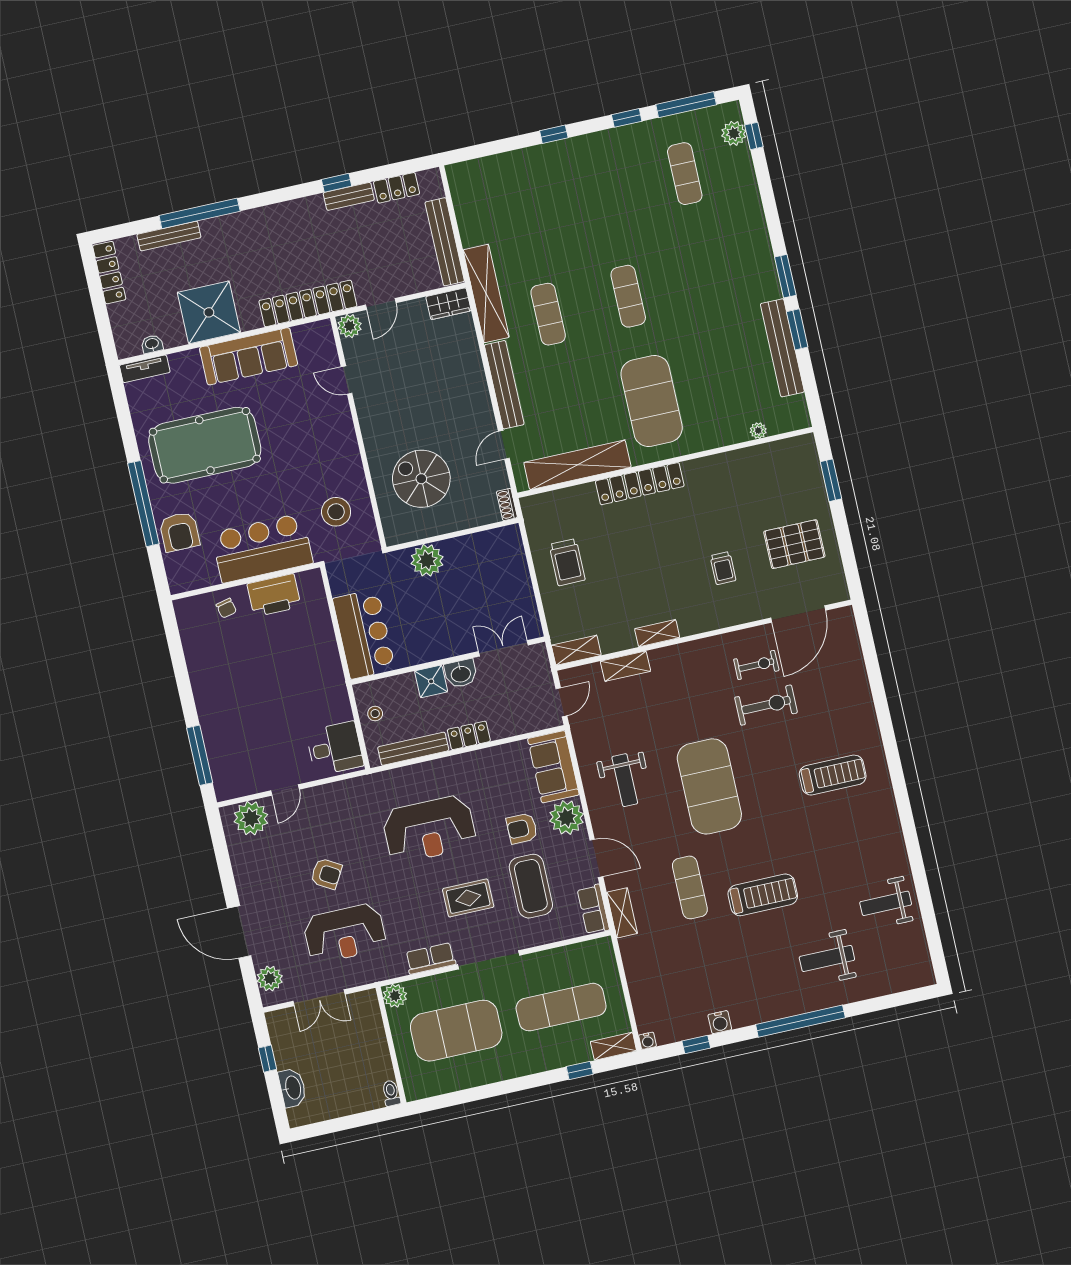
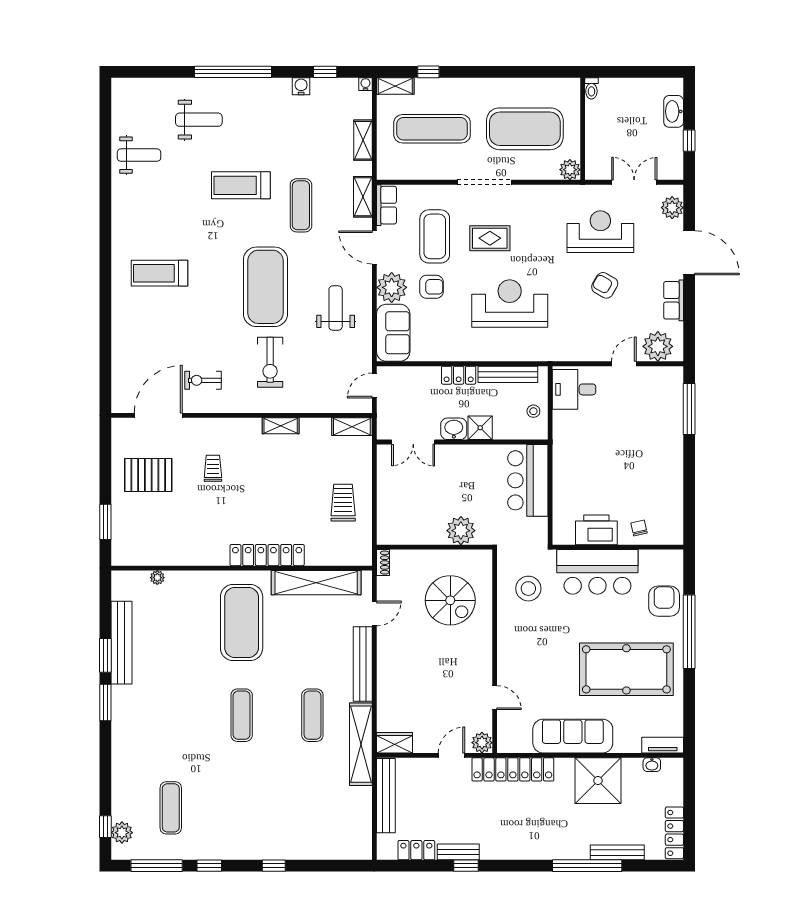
shelving: (625, 666) -> (363, 140), moved, turned 90
exercise bike: (766, 705) -> (270, 362), moved, turned -90
row of seats: (430, 958) -> (674, 300), moved, turned 90

